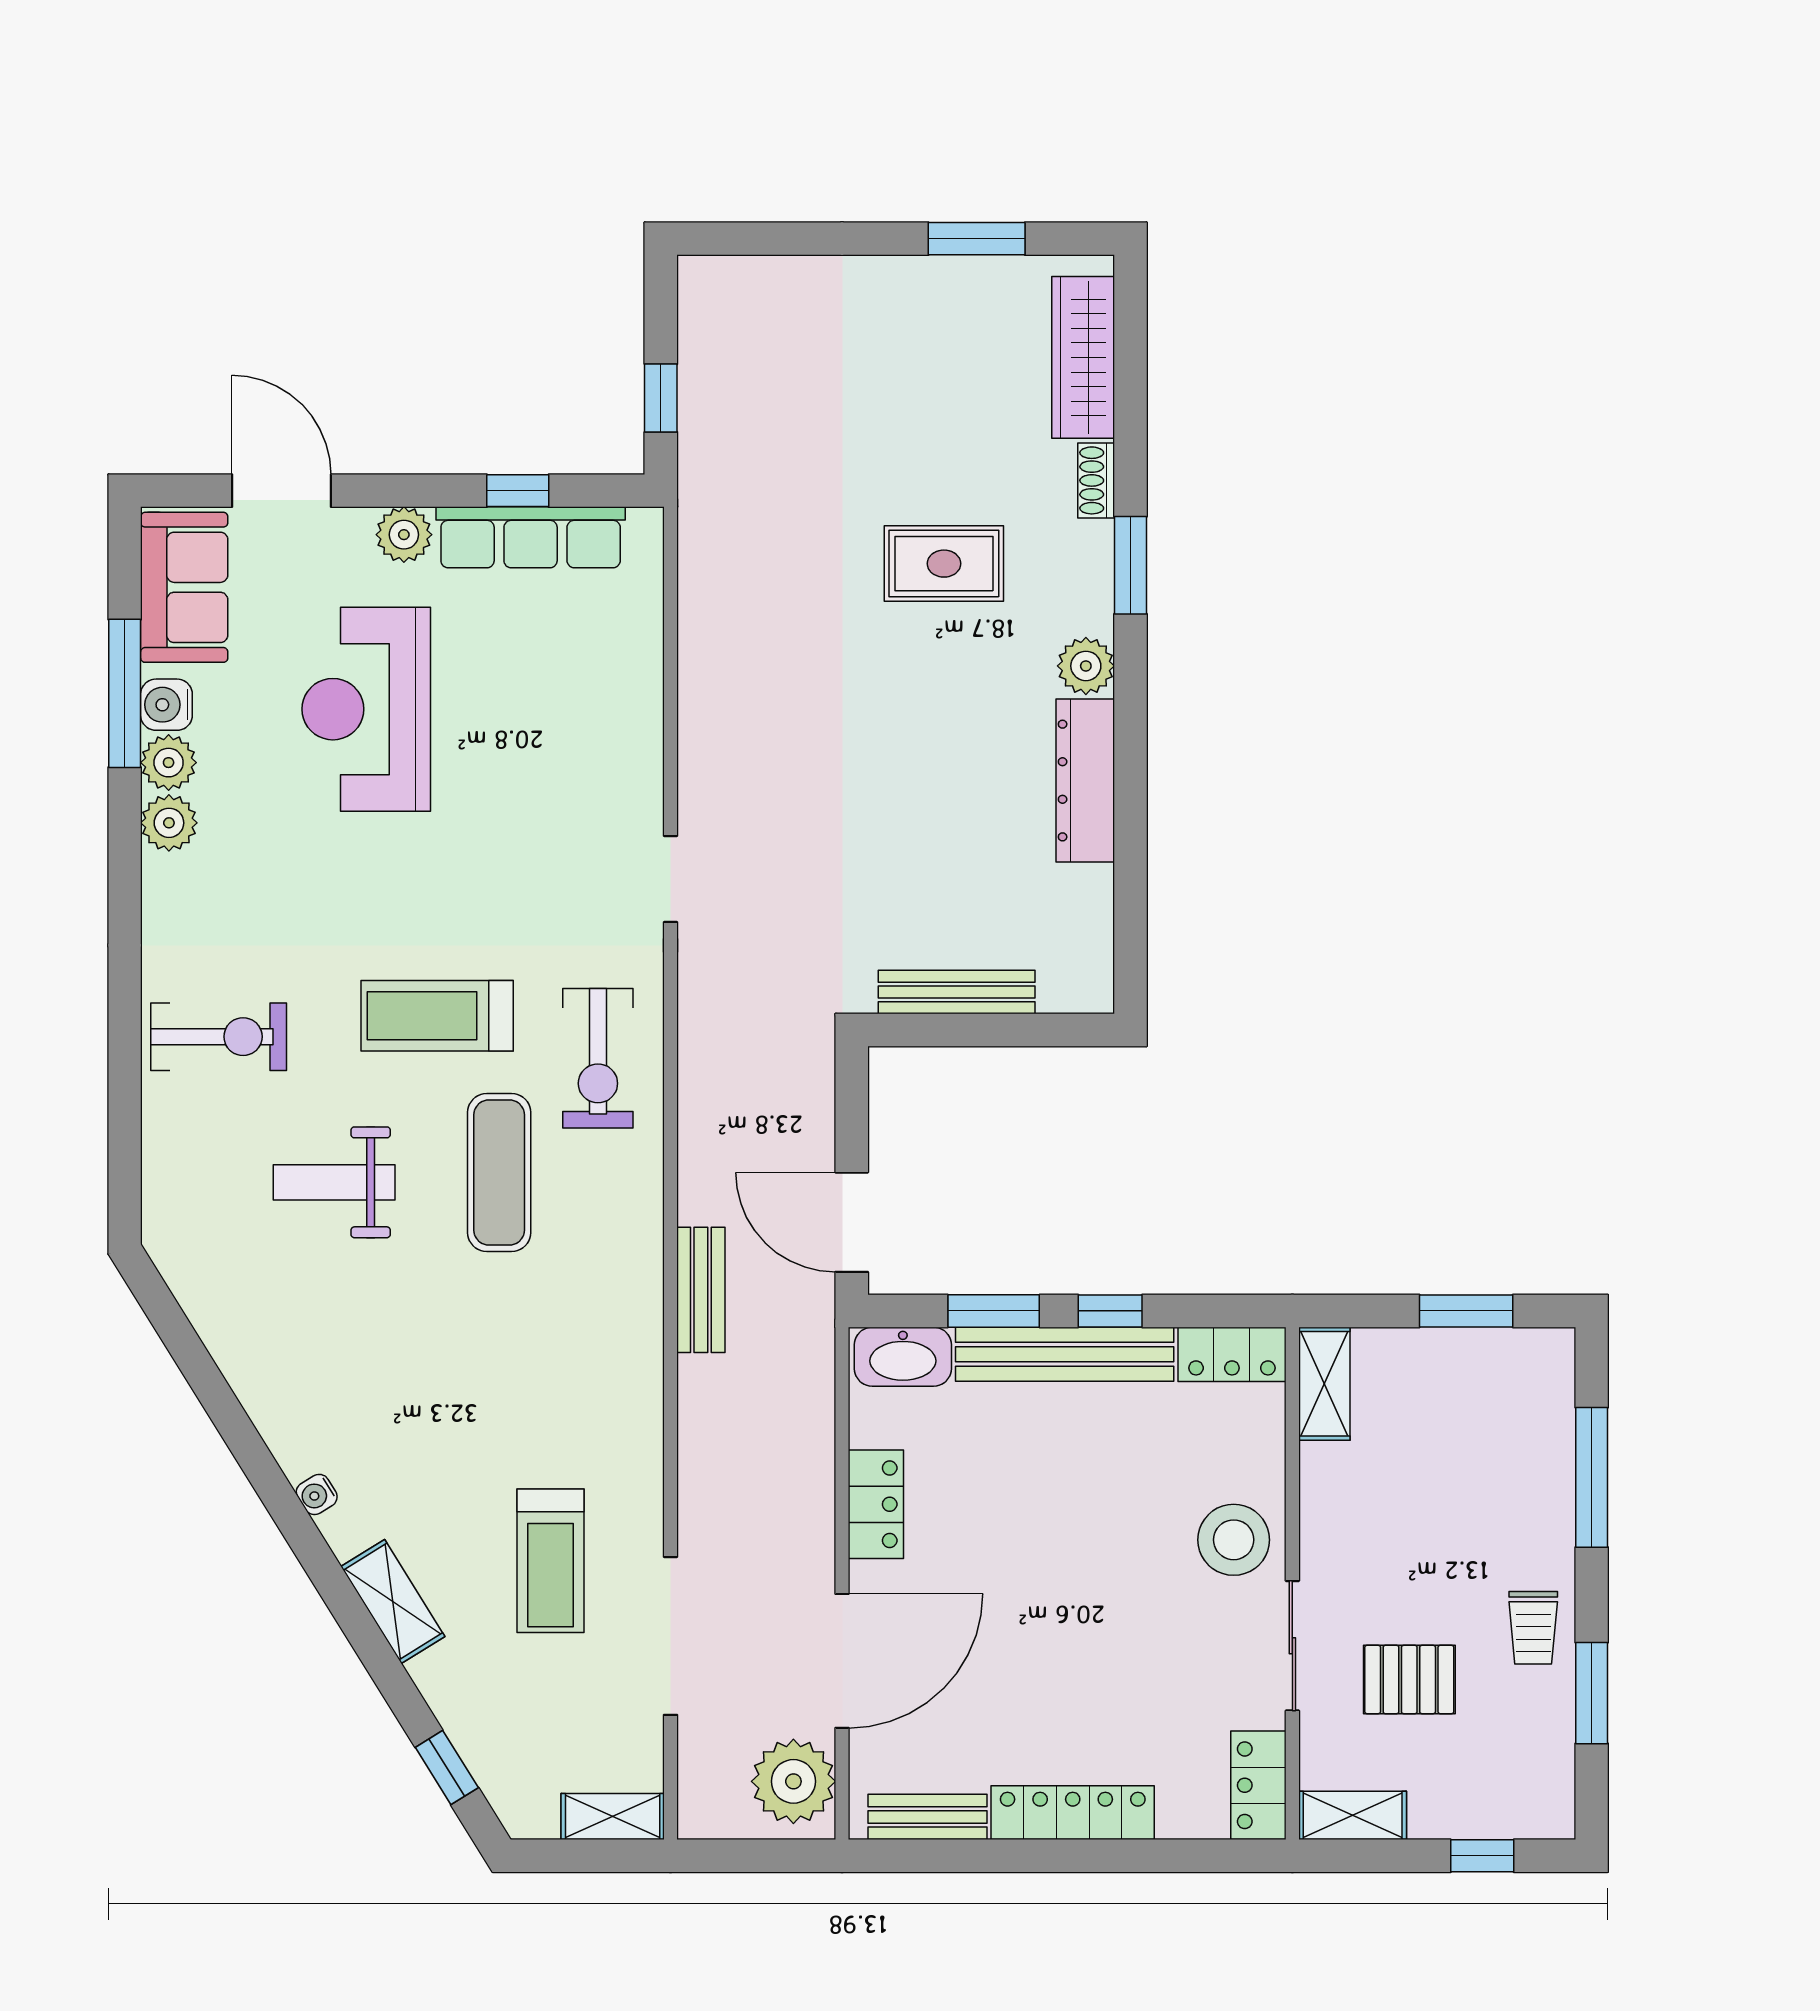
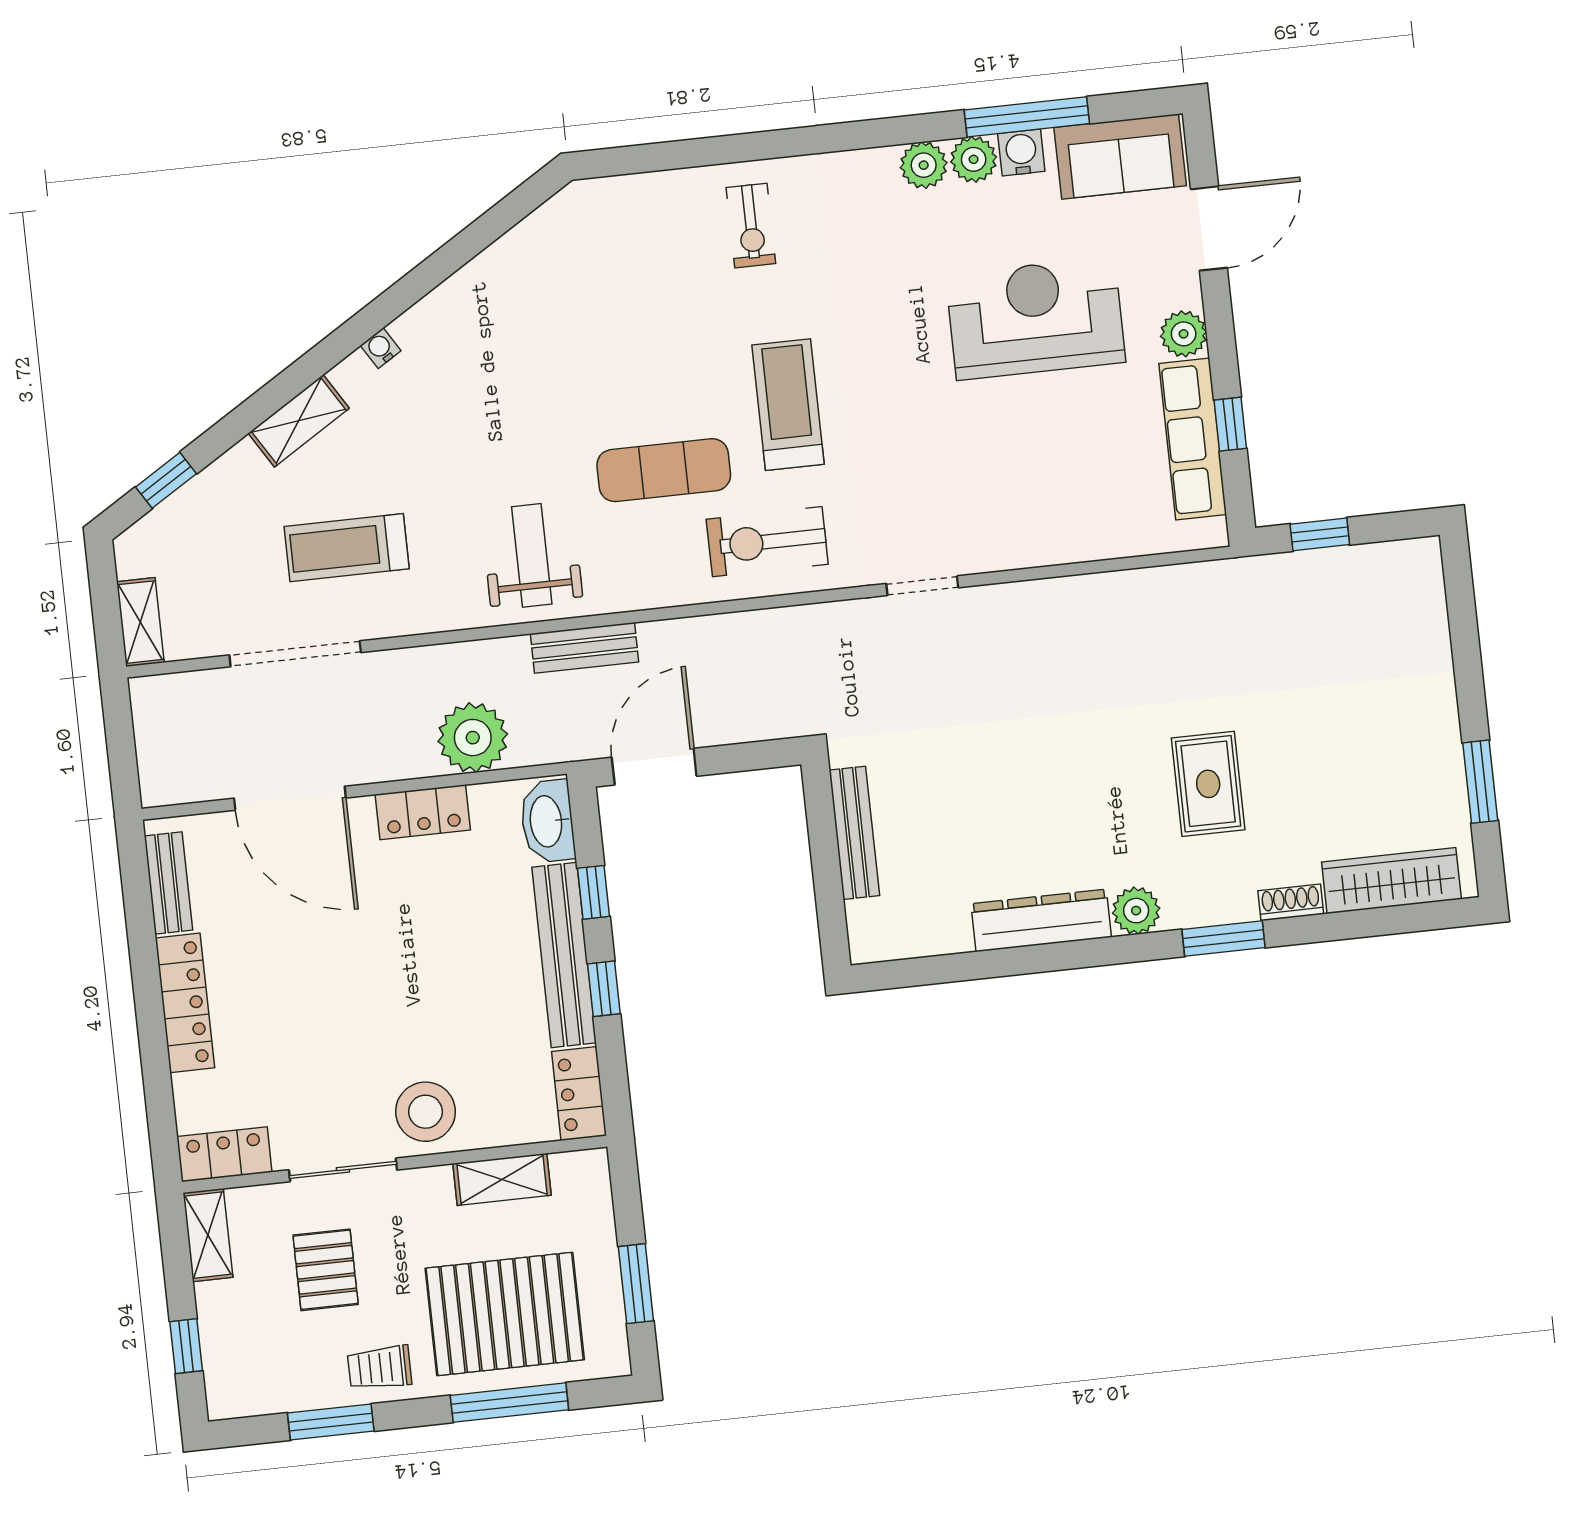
exercise bike: (219, 1037) -> (751, 226), width x0.73, depth x0.72
weight bench: (334, 1182) -> (532, 555), moved
window: (994, 1311) -> (593, 892), width x0.67
shelving: (1324, 1384) -> (502, 1179), moved
pallet: (1485, 1472) -> (505, 1314), added
plant: (793, 1781) -> (473, 738), moved

